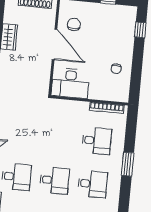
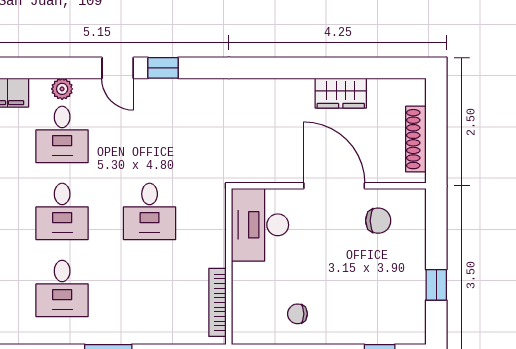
door: (55, 45) -> (334, 186), swing flipped
desk: (97, 141) -> (150, 211), moved

